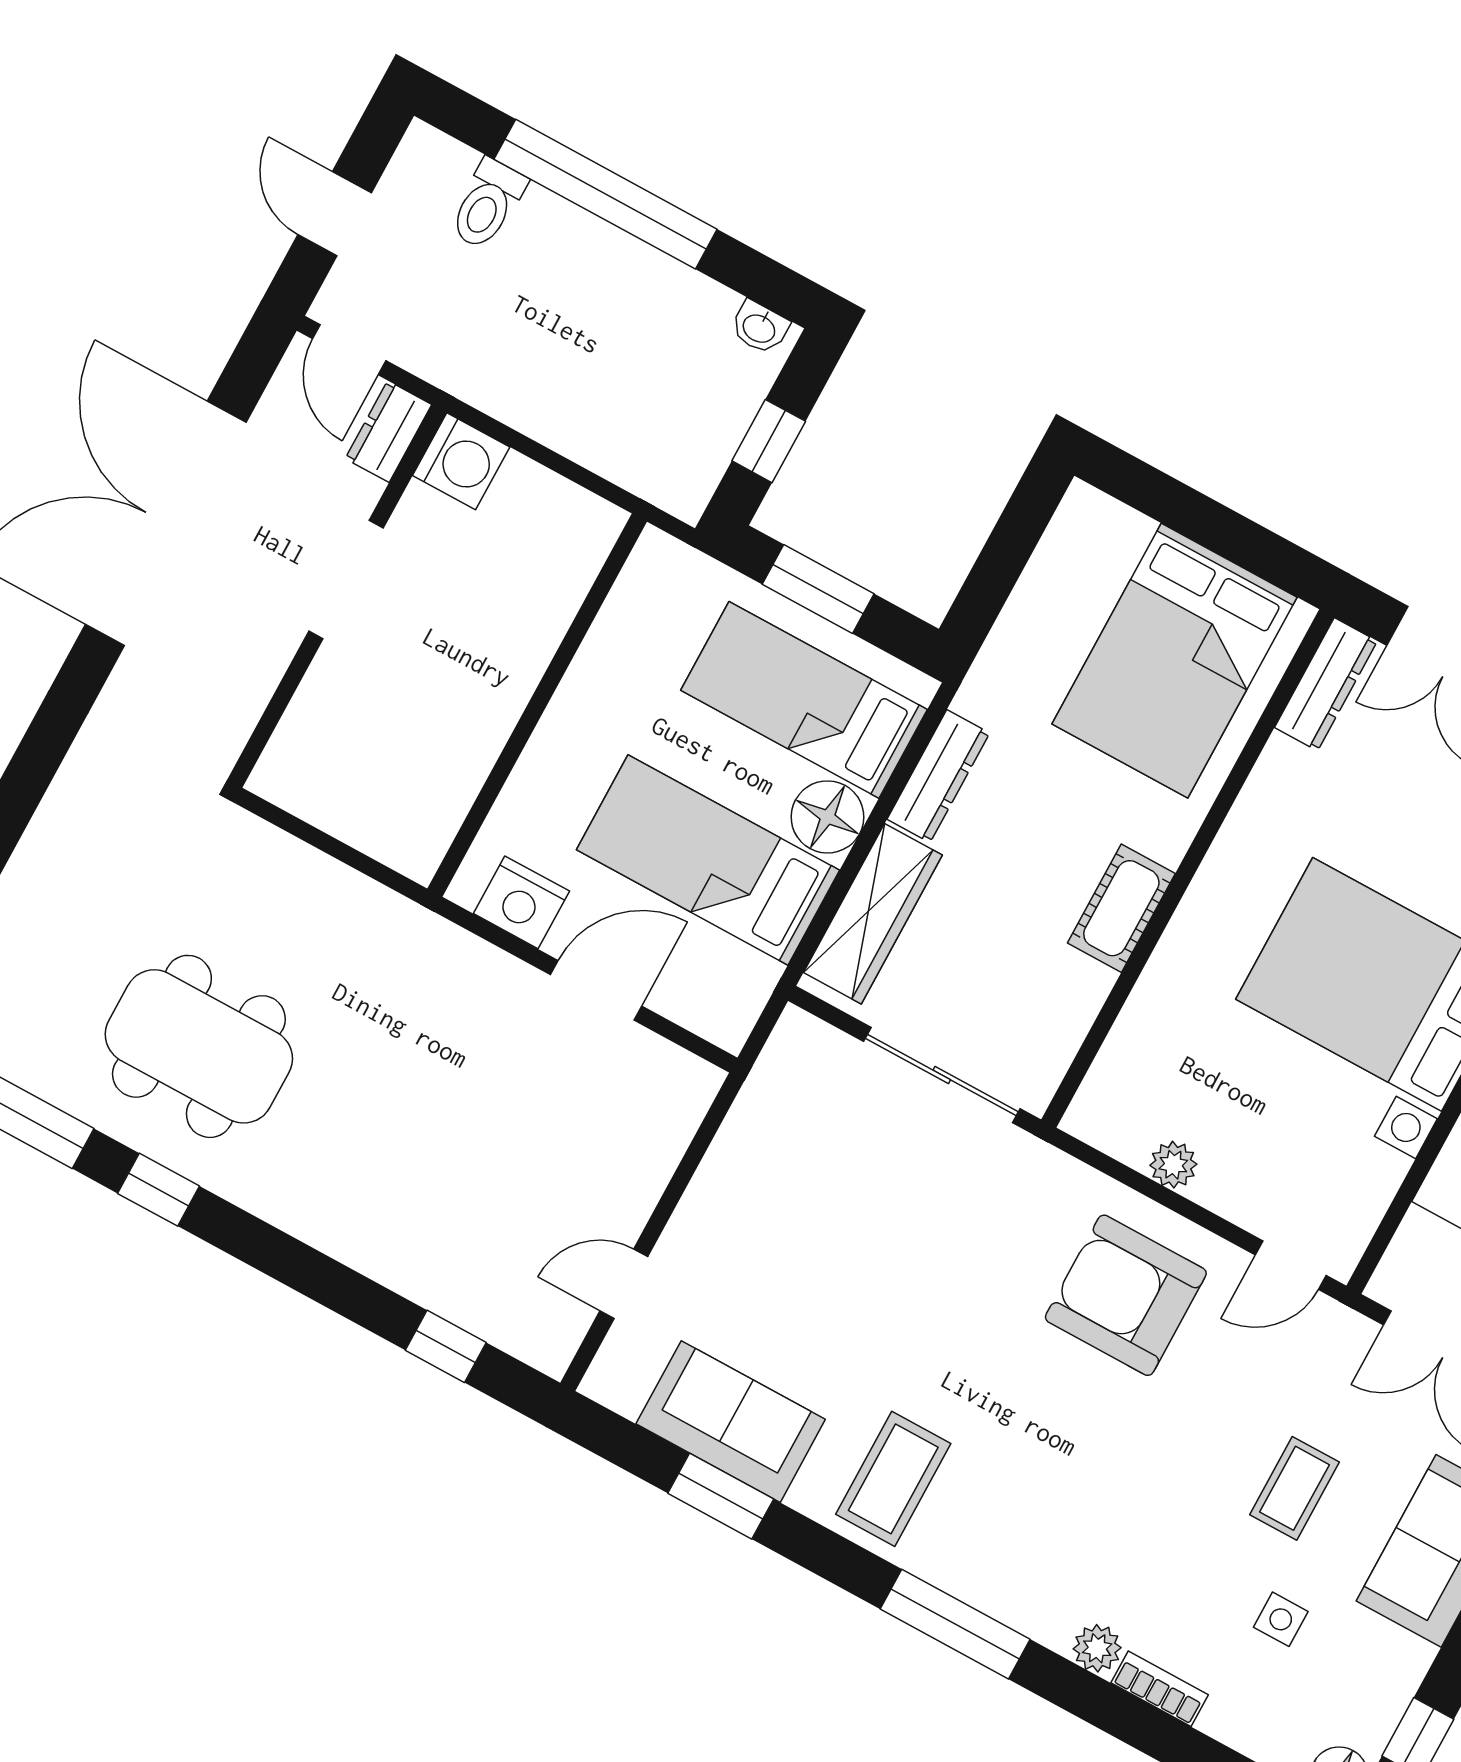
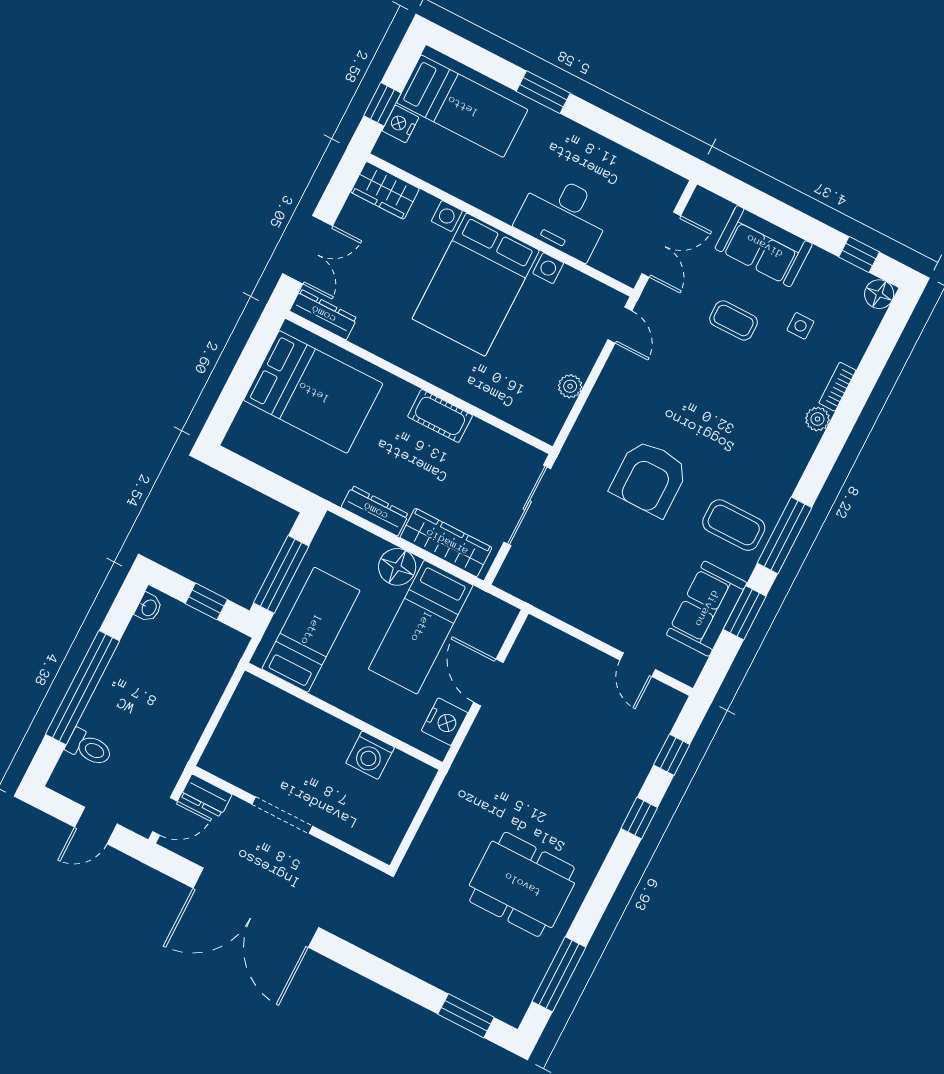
washing machine: (461, 461) -> (370, 755), moved, turned 180
window: (818, 589) -> (281, 574), width x1.44
bed: (804, 700) -> (311, 630), moved, turned 180
dining table: (199, 1046) -> (522, 884), turned 90
window: (159, 1190) -> (639, 818), moved
armchair: (1126, 1295) -> (649, 478), moved
window: (955, 1624) -> (785, 535), moved

